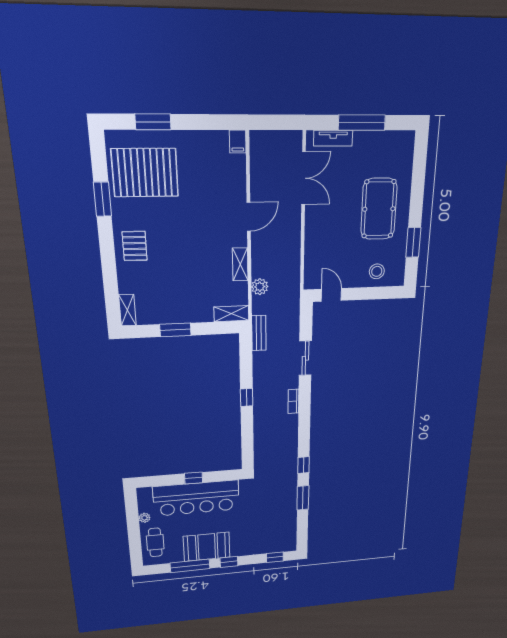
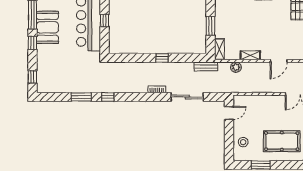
door: (249, 217) -> (279, 61), hinge flipped
window: (175, 330) -> (211, 26), moved
sliding door: (305, 358) -> (187, 97), width x1.37

